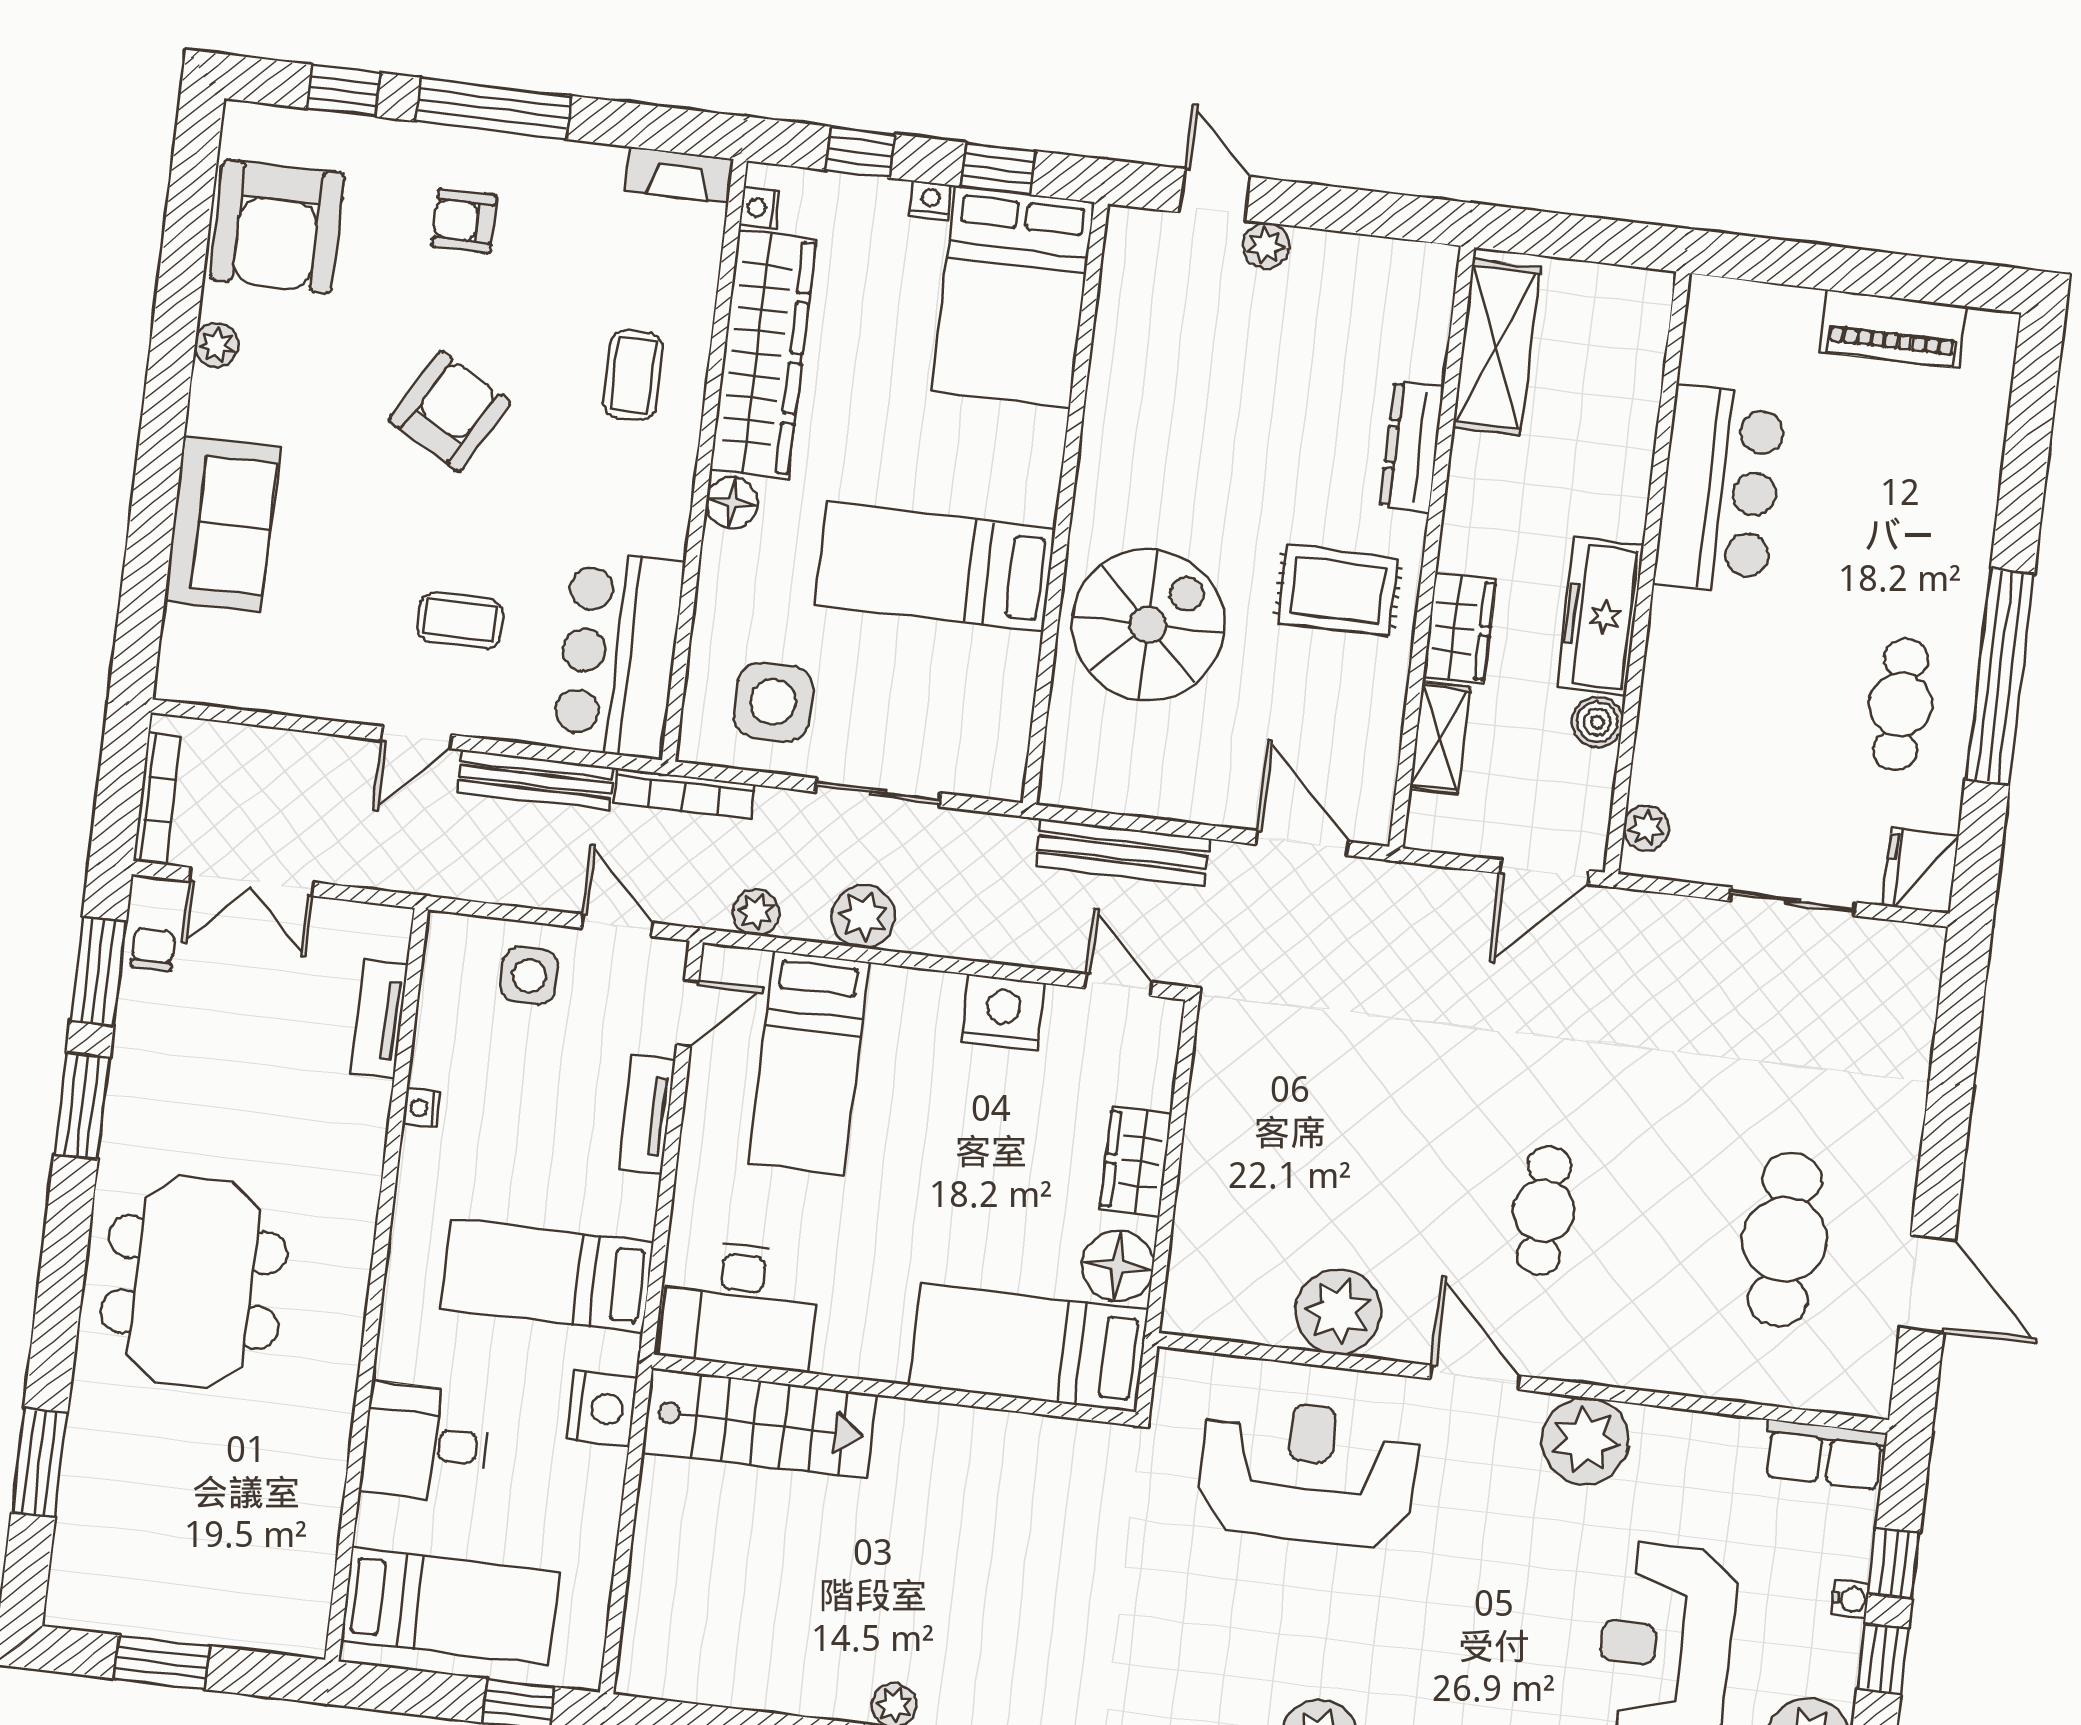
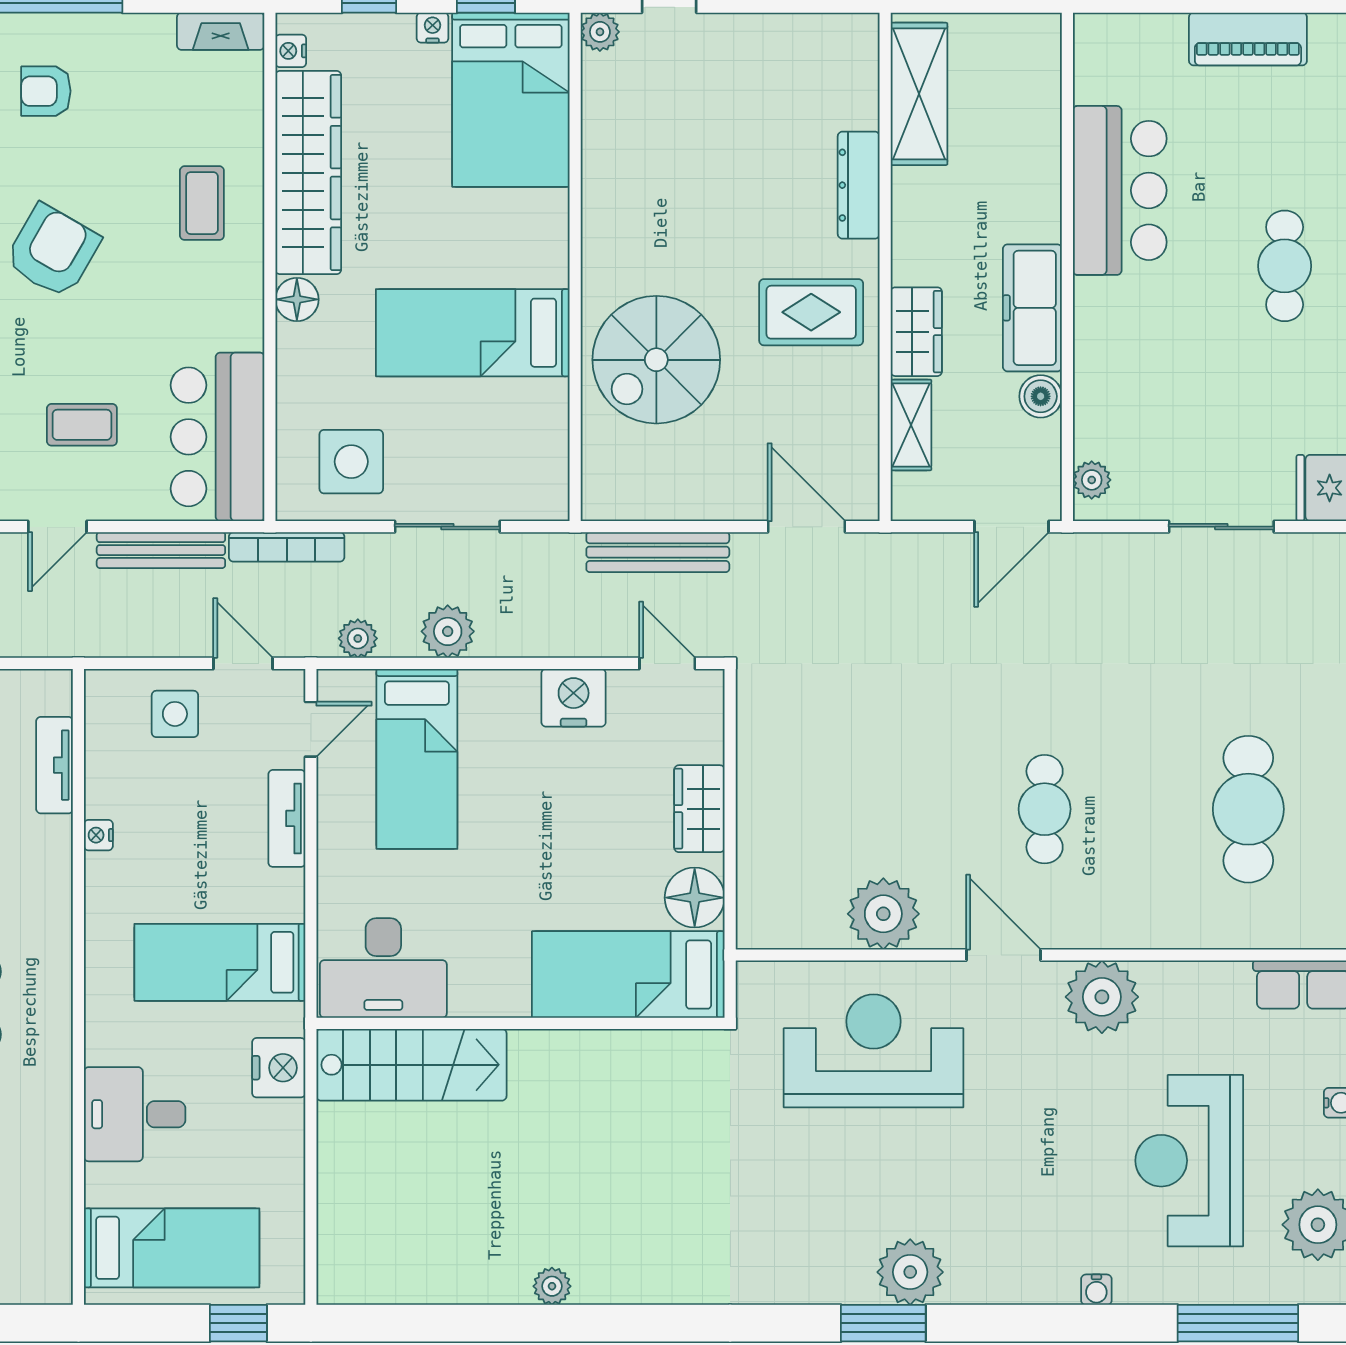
plant: (1266, 246) -> (600, 32), moved
spiral stairs: (1148, 625) -> (656, 360), turned 180
cafe table: (1901, 705) -> (1285, 266), moved

